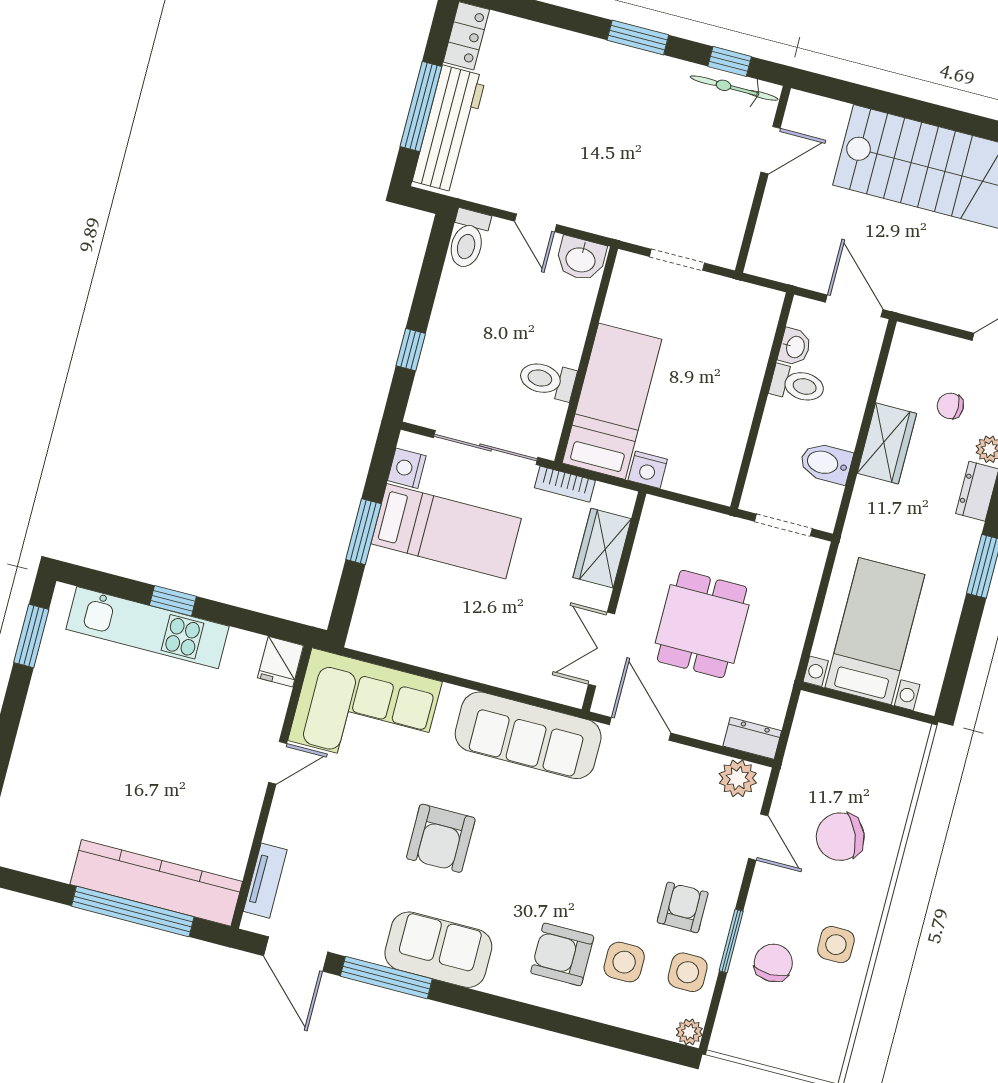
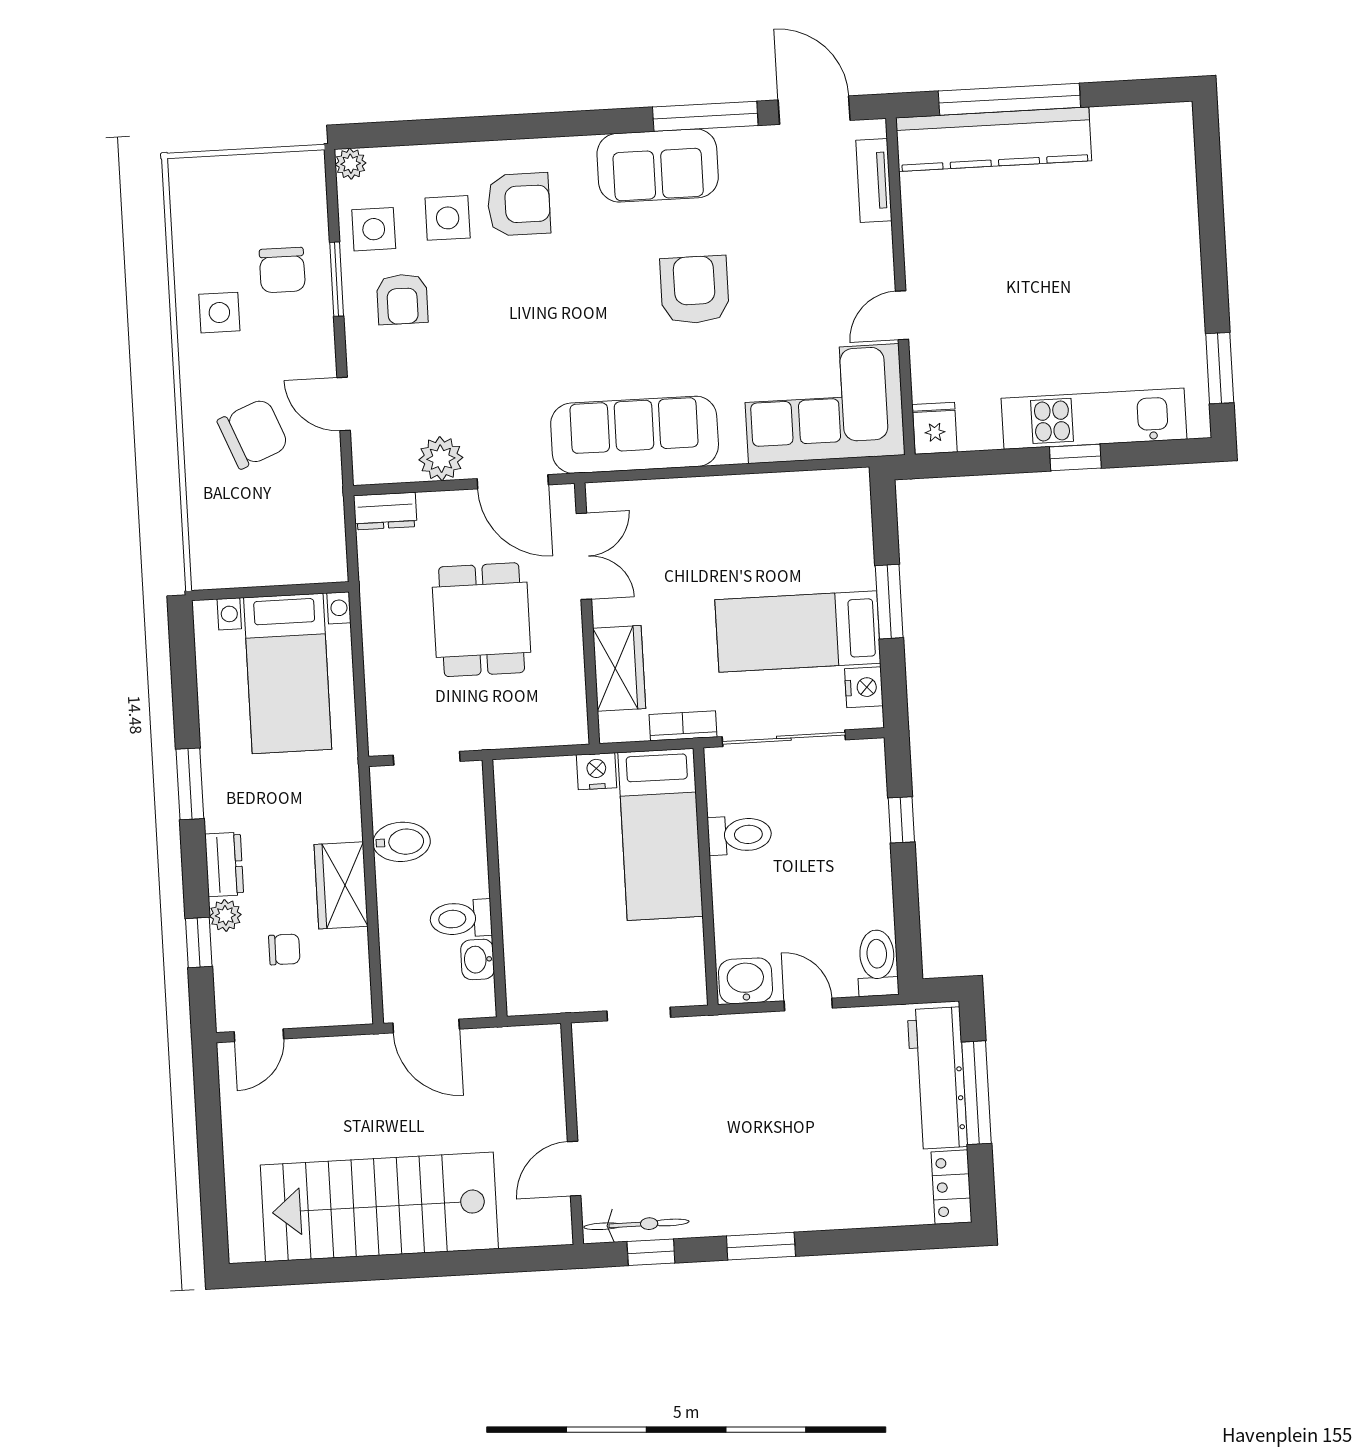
plant: (738, 778) -> (441, 459), moved

